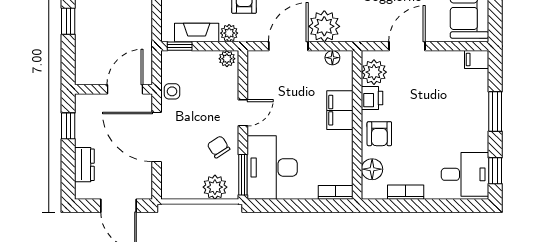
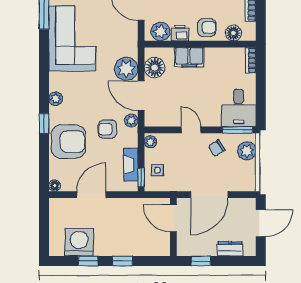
plant: (229, 33) -> (131, 120), moved
floor lamp: (332, 58) -> (155, 68), width x1.89, depth x1.89
side table: (172, 91) -> (157, 170), moved
desk: (272, 167) -> (239, 108), width x0.73

